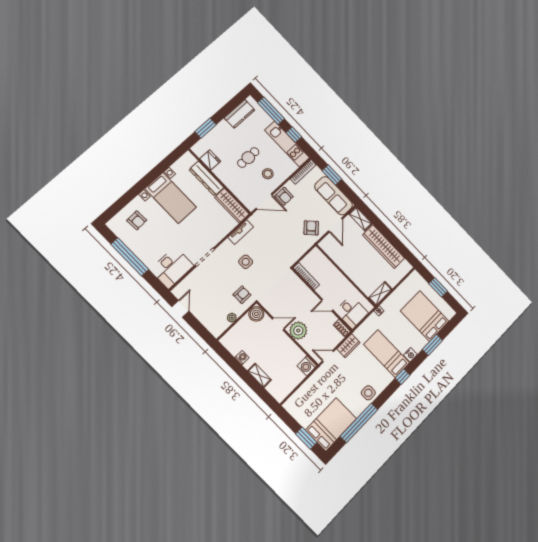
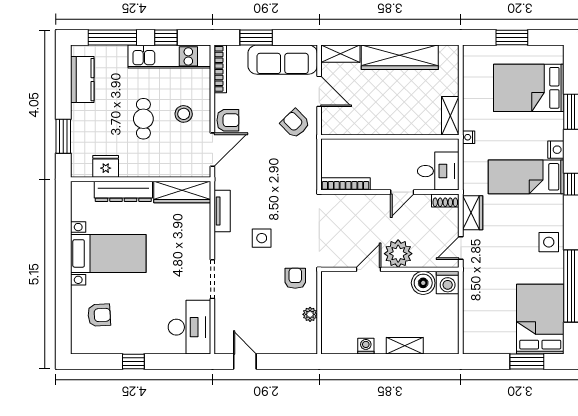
window: (130, 257) -> (133, 361), width x0.32
boiler: (256, 314) -> (423, 283), moved

